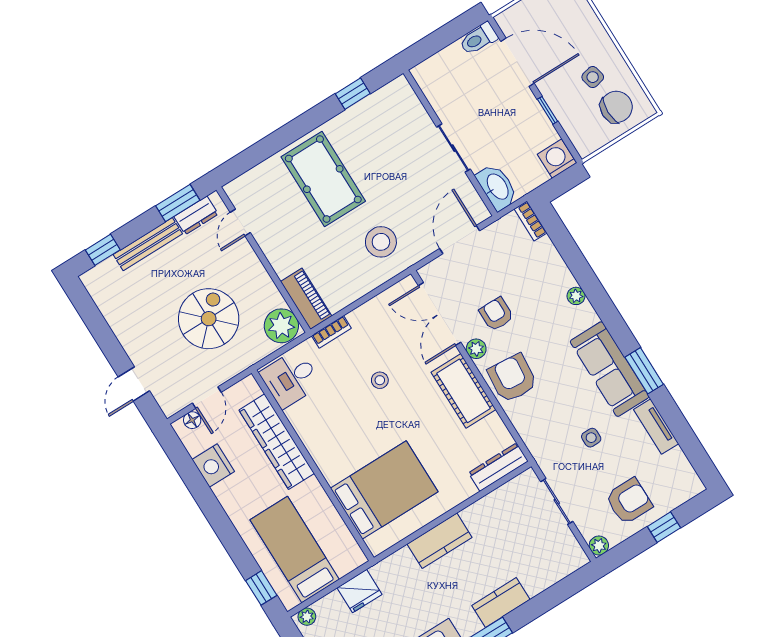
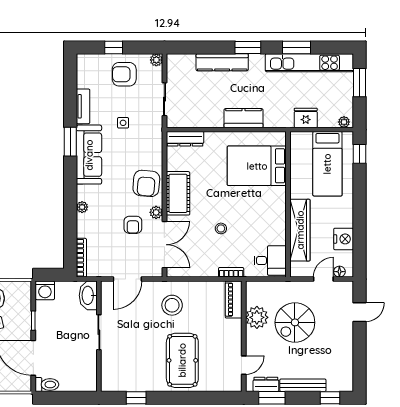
bookcase: (531, 221) -> (81, 258), width x1.56
plant: (281, 326) -> (257, 317), moved
kitchen counter: (501, 603) -> (222, 62), width x1.50

